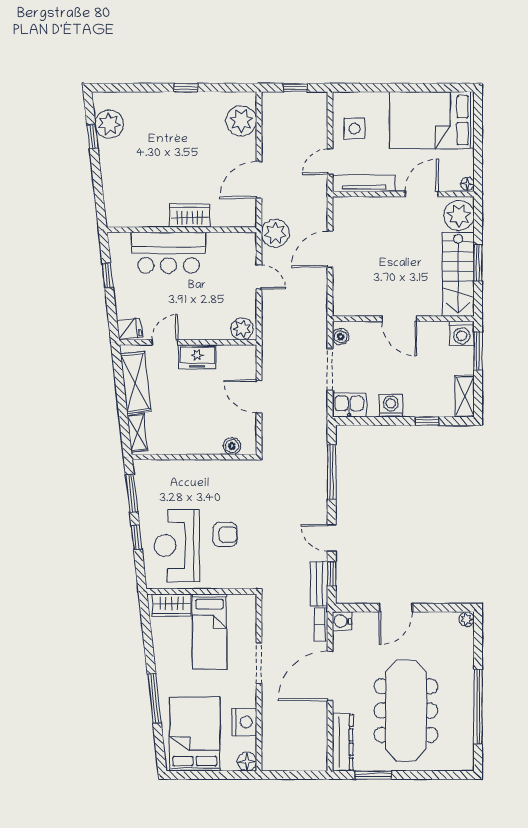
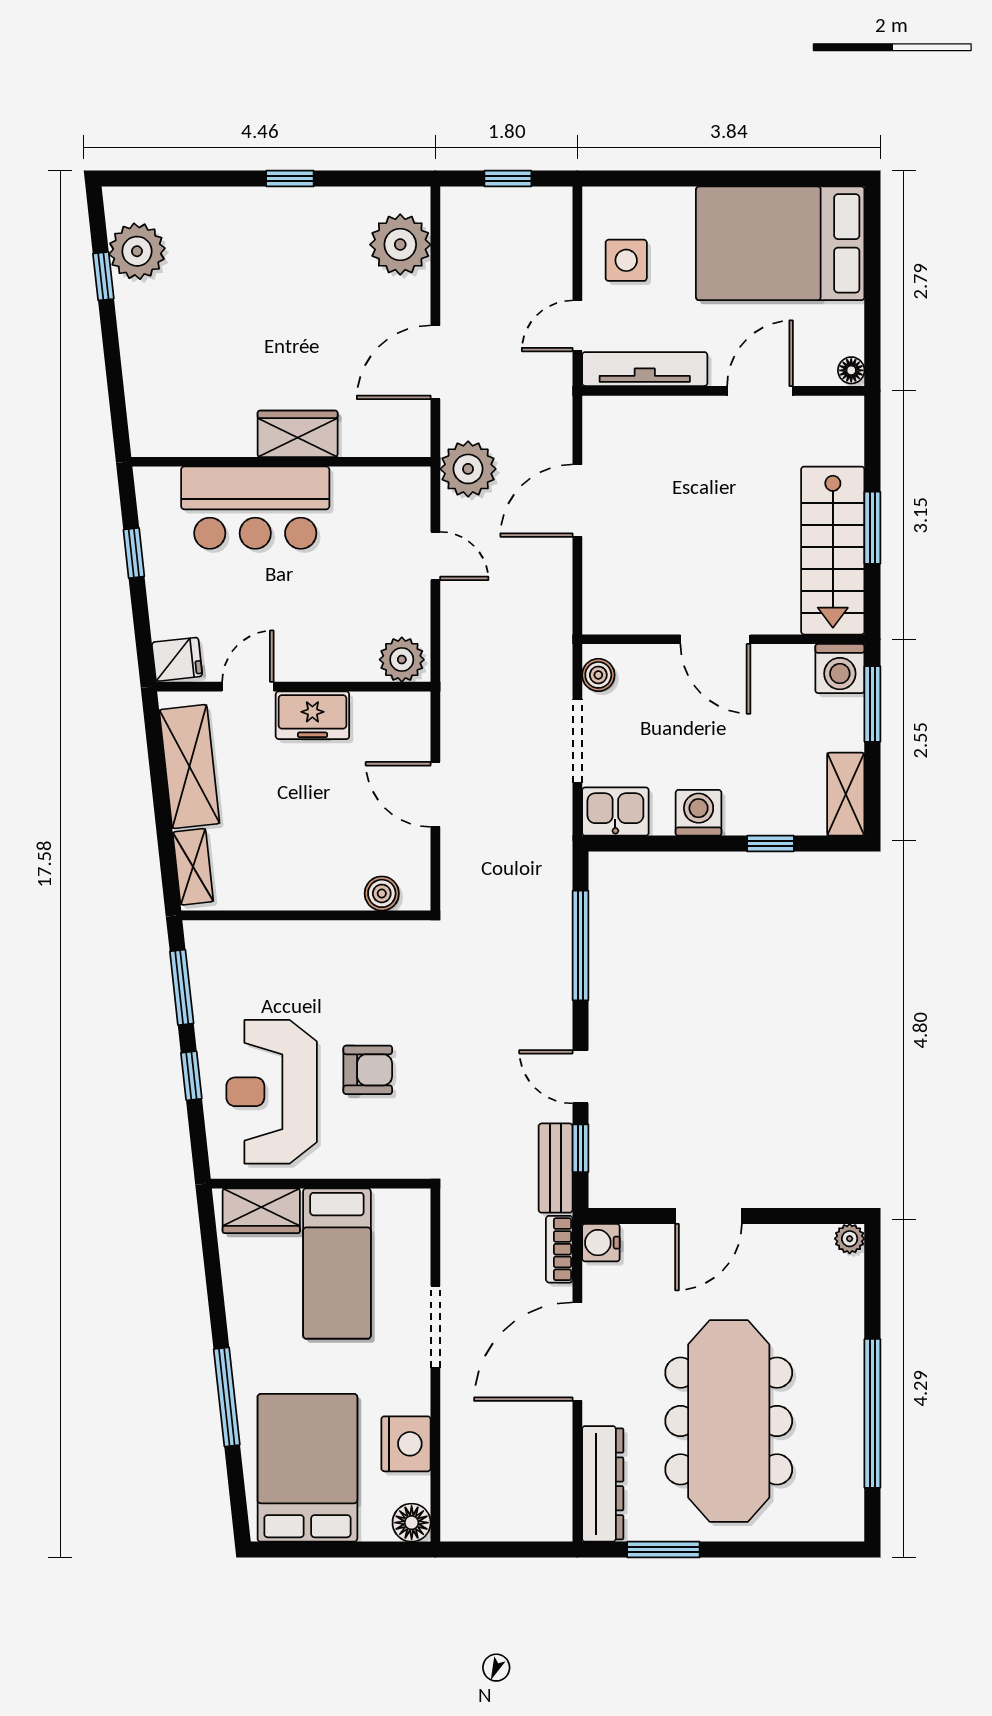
plant: (459, 215) -> (834, 433), removed

